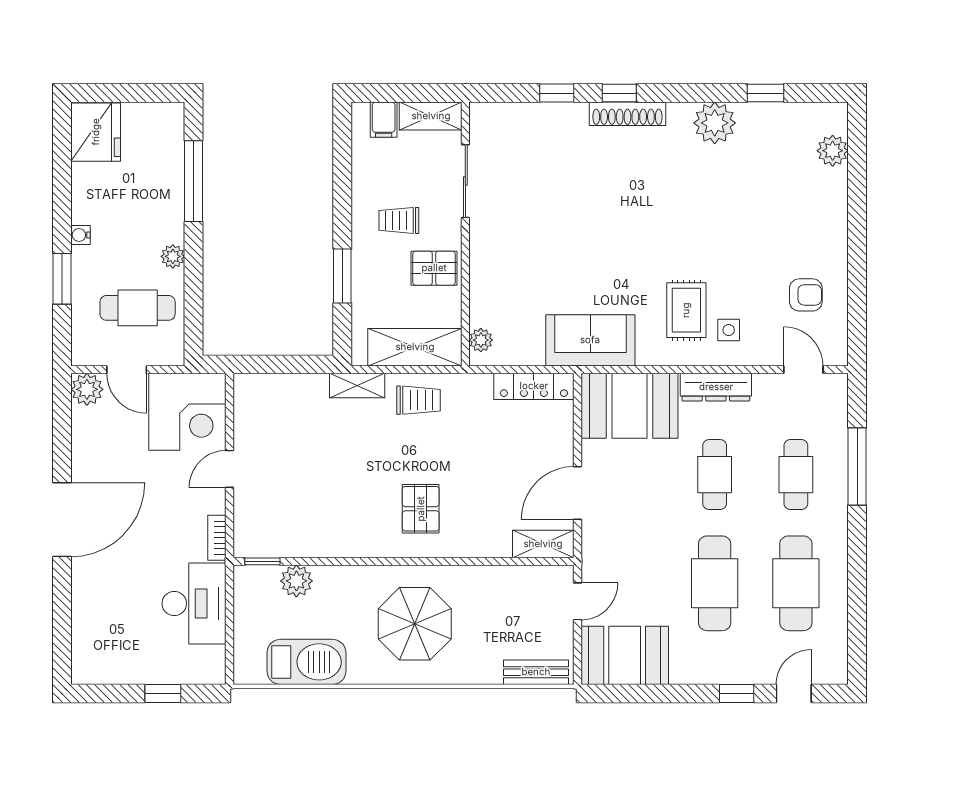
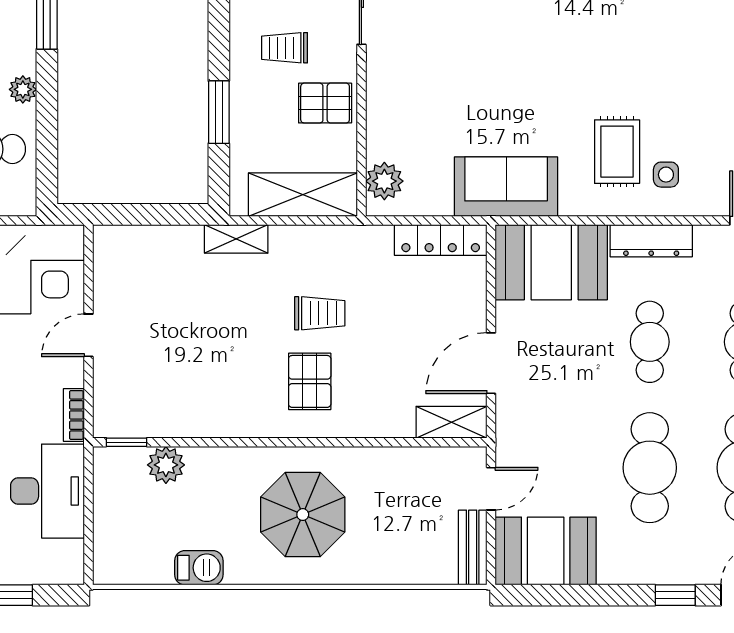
plant: (481, 340) -> (384, 181), width x1.38, depth x1.38
trolley: (418, 400) -> (320, 313), moved
barbecue: (306, 662) -> (199, 568), width x0.53, depth x0.65
bench: (536, 672) -> (473, 547), moved, turned 90

